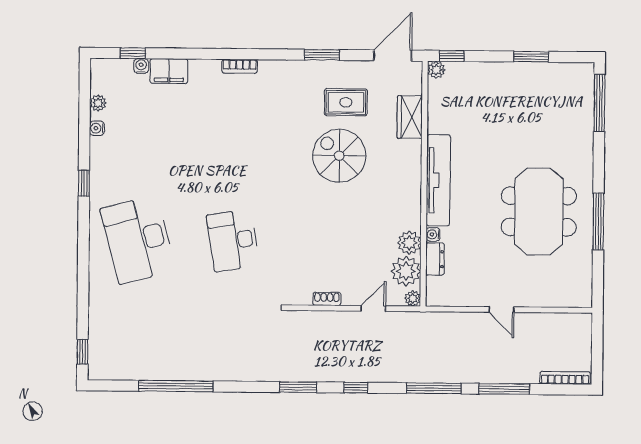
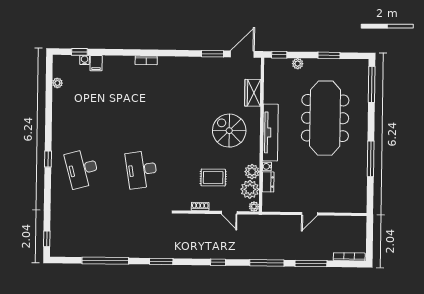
window: (322, 55) -> (213, 54), moved
plant: (436, 70) -> (298, 64), moved
filing cabinet: (169, 71) -> (96, 63), width x0.50
rug: (346, 102) -> (213, 178), moved
water cooler: (97, 128) -> (57, 99), removed
spiral stairs: (339, 156) -> (229, 131), moved
window: (84, 183) -> (48, 159), moved
meeting table: (539, 211) -> (325, 118), moved, width x1.36
desk: (138, 240) -> (82, 169), width x0.73, depth x0.77
door: (373, 308) -> (229, 213), swing flipped
door: (501, 310) -> (310, 214), hinge flipped
window: (298, 387) -> (161, 261), moved

